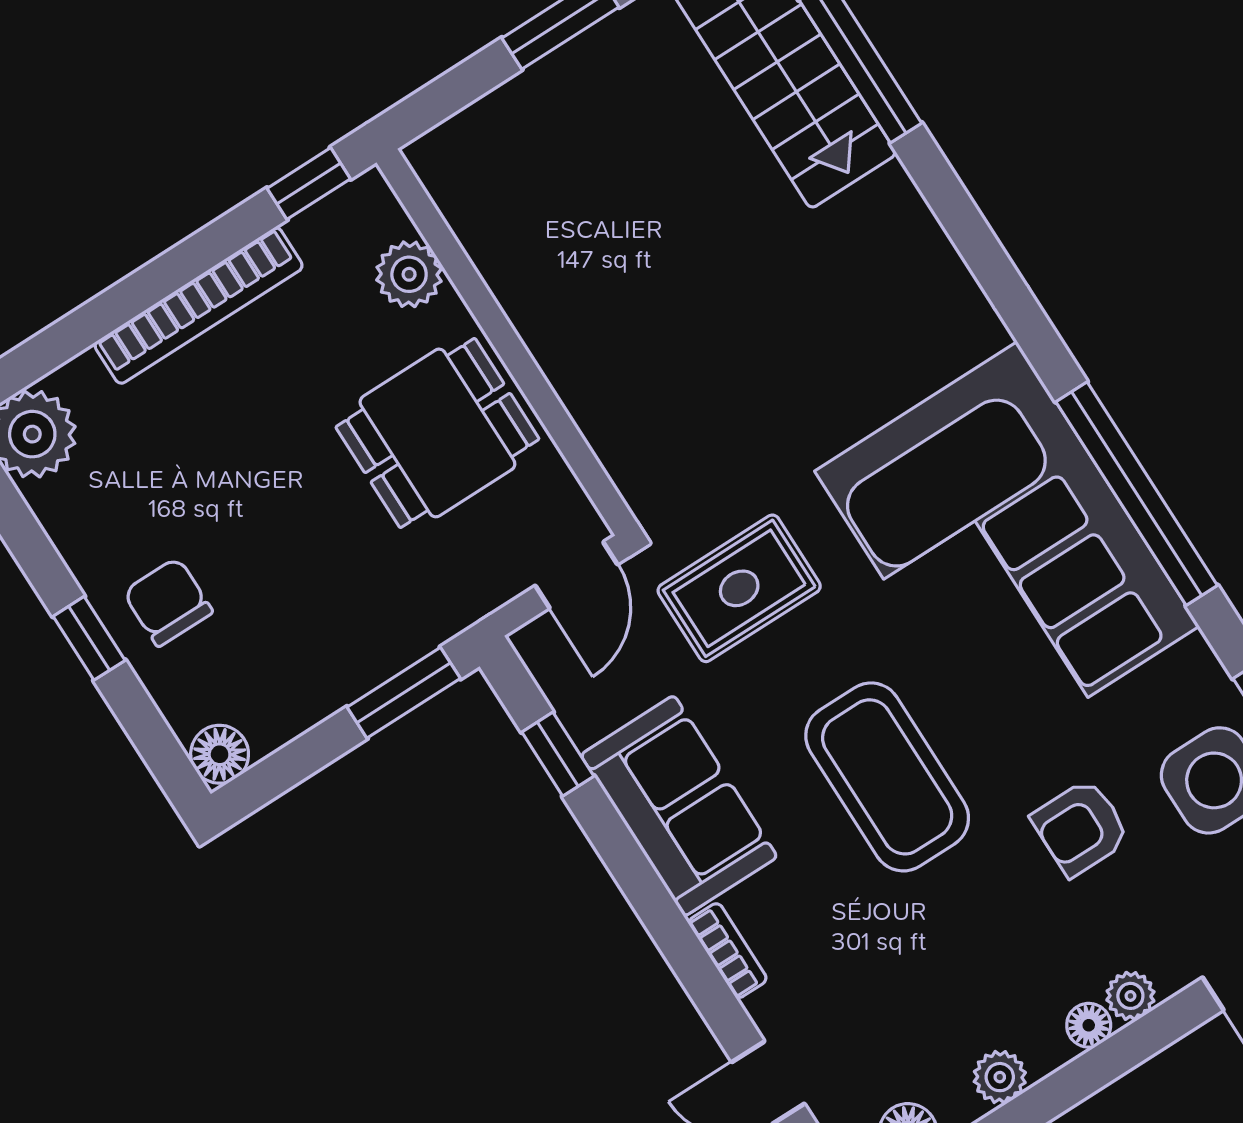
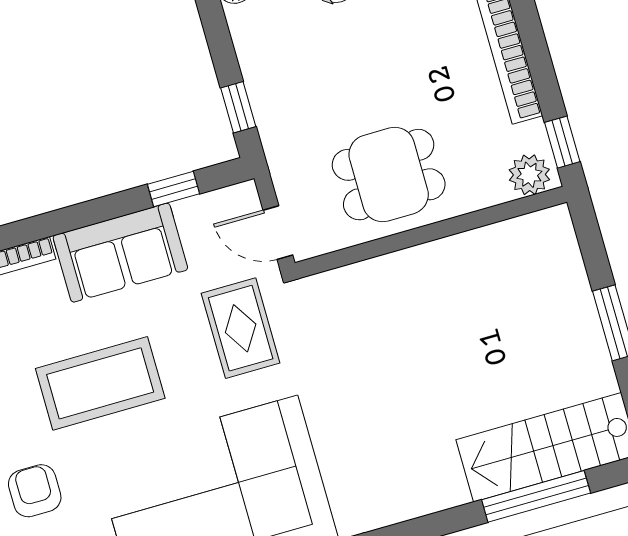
plant: (409, 274) -> (529, 175), moved
dining table: (437, 433) -> (389, 175), turned 90
window: (404, 693) -> (238, 107), width x0.67

